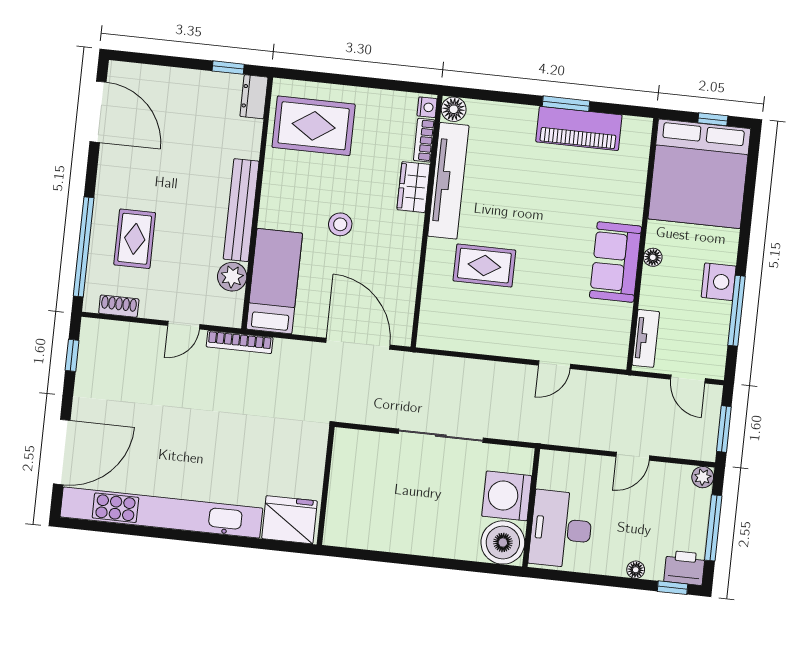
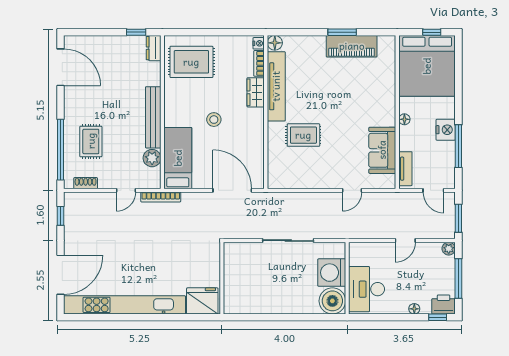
sofa: (616, 262) -> (382, 150), moved

